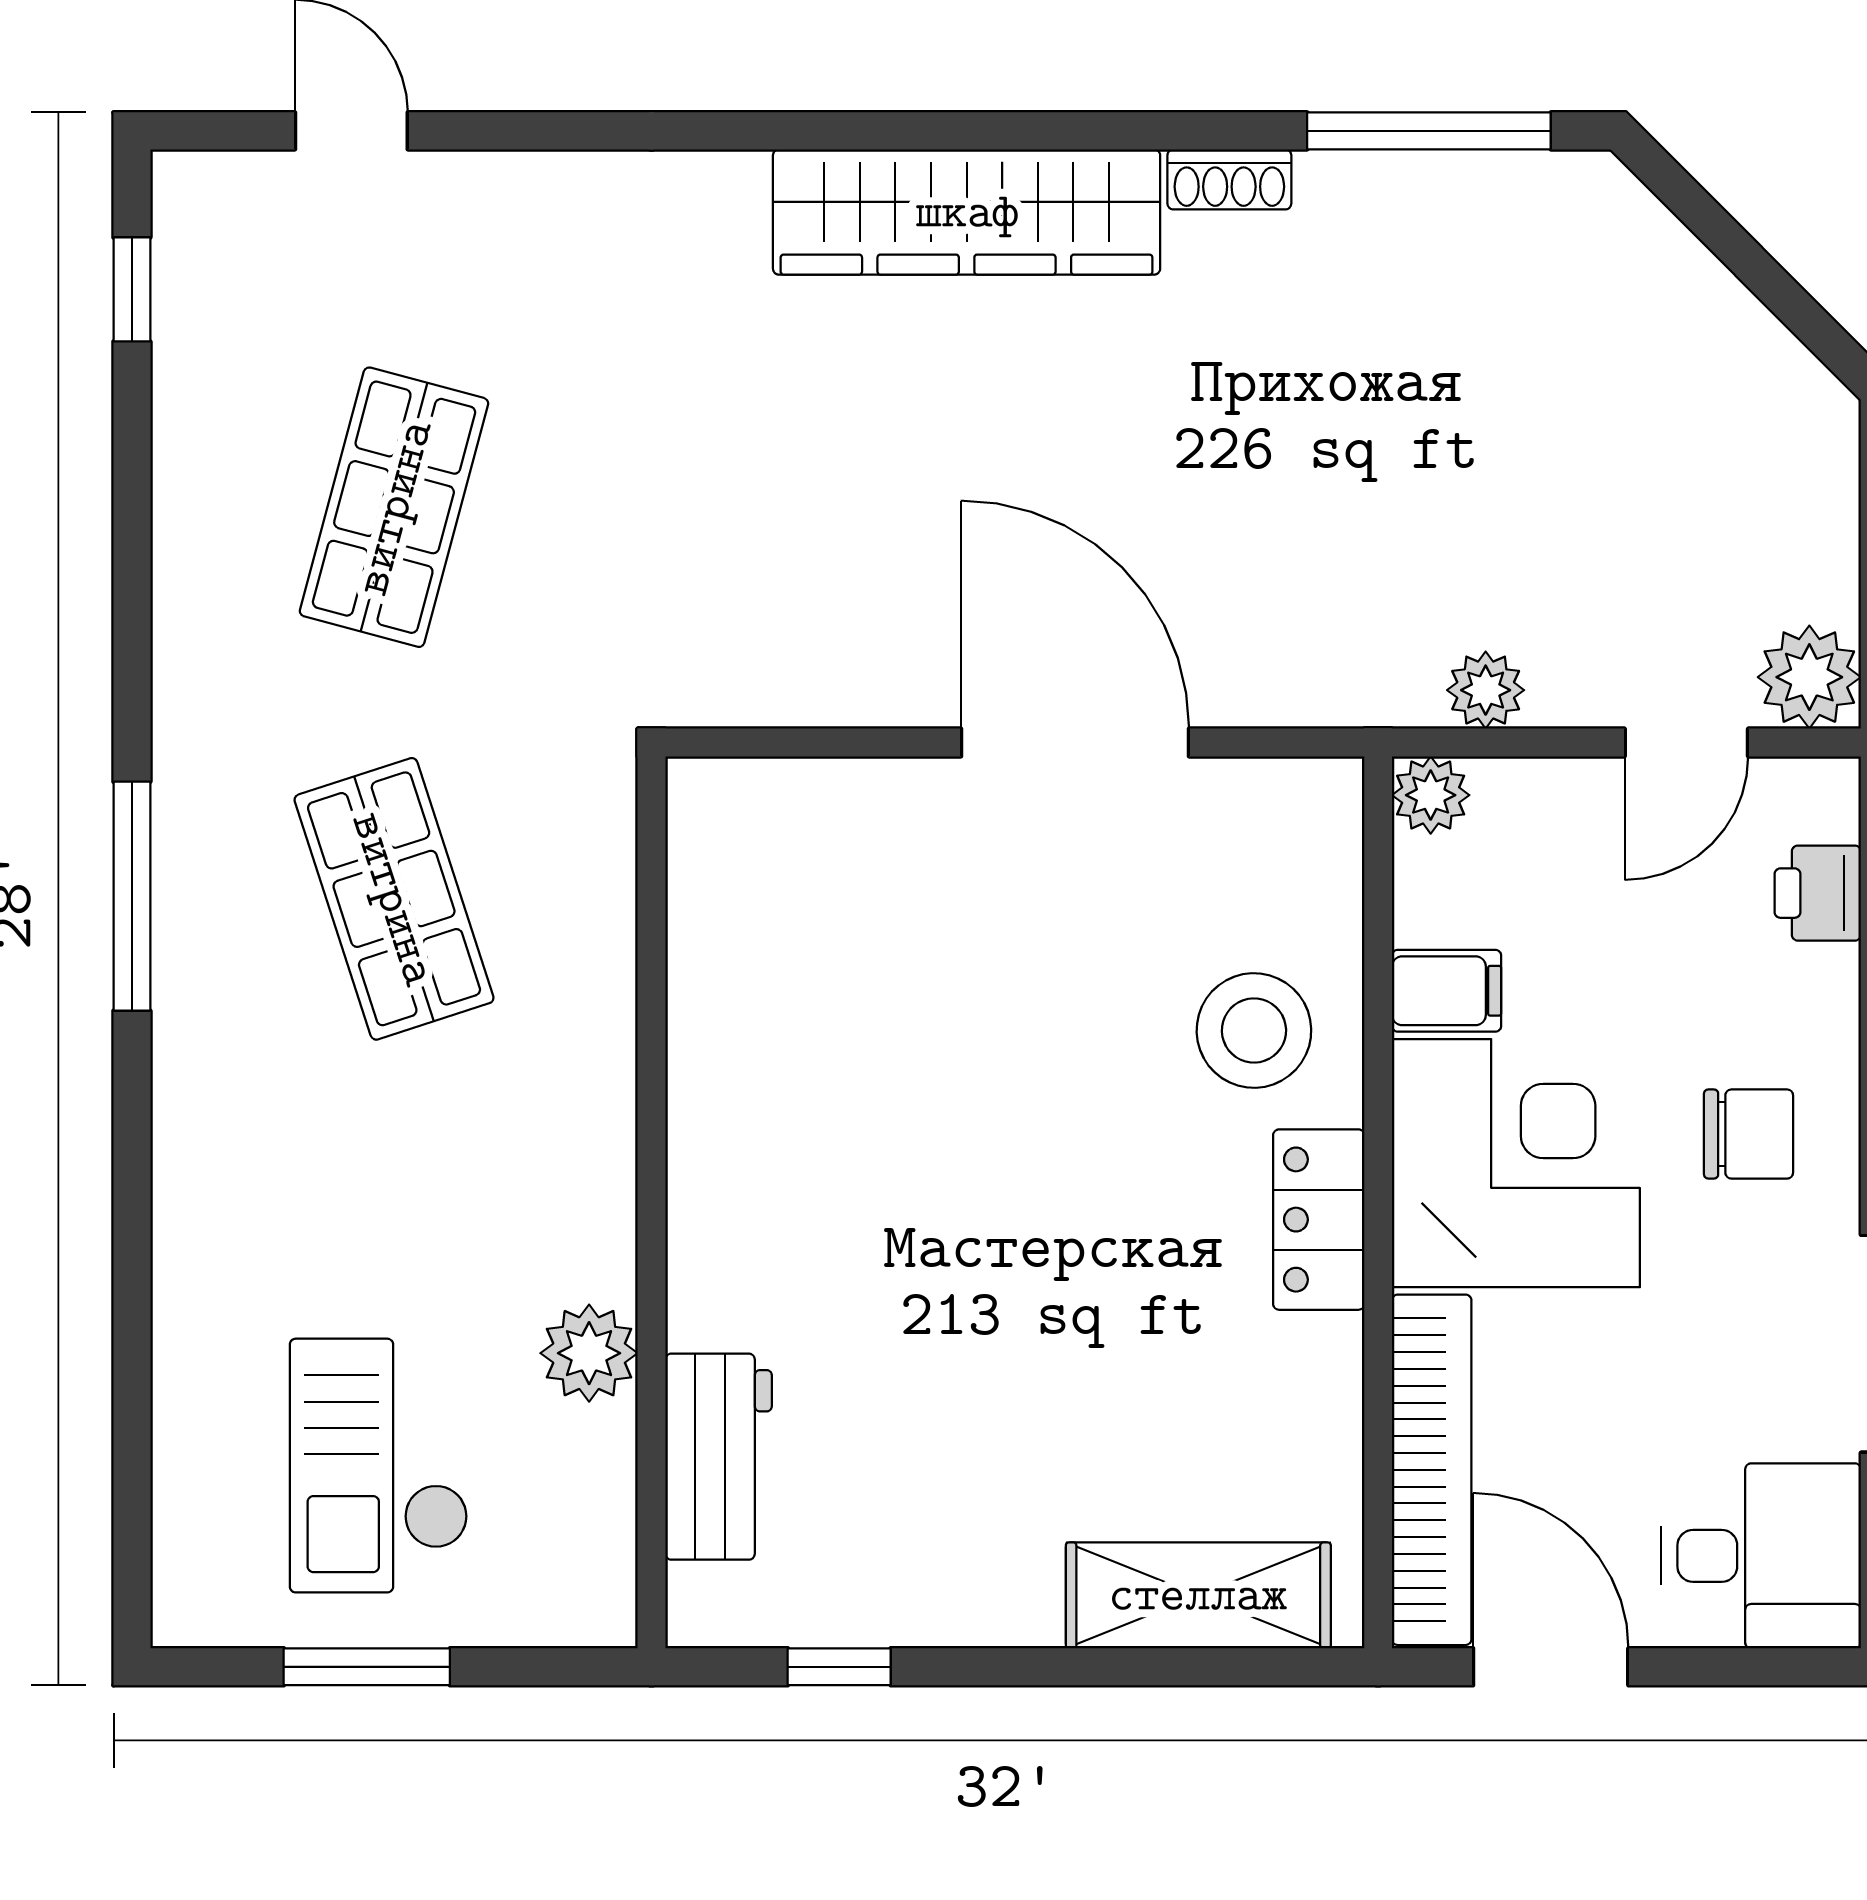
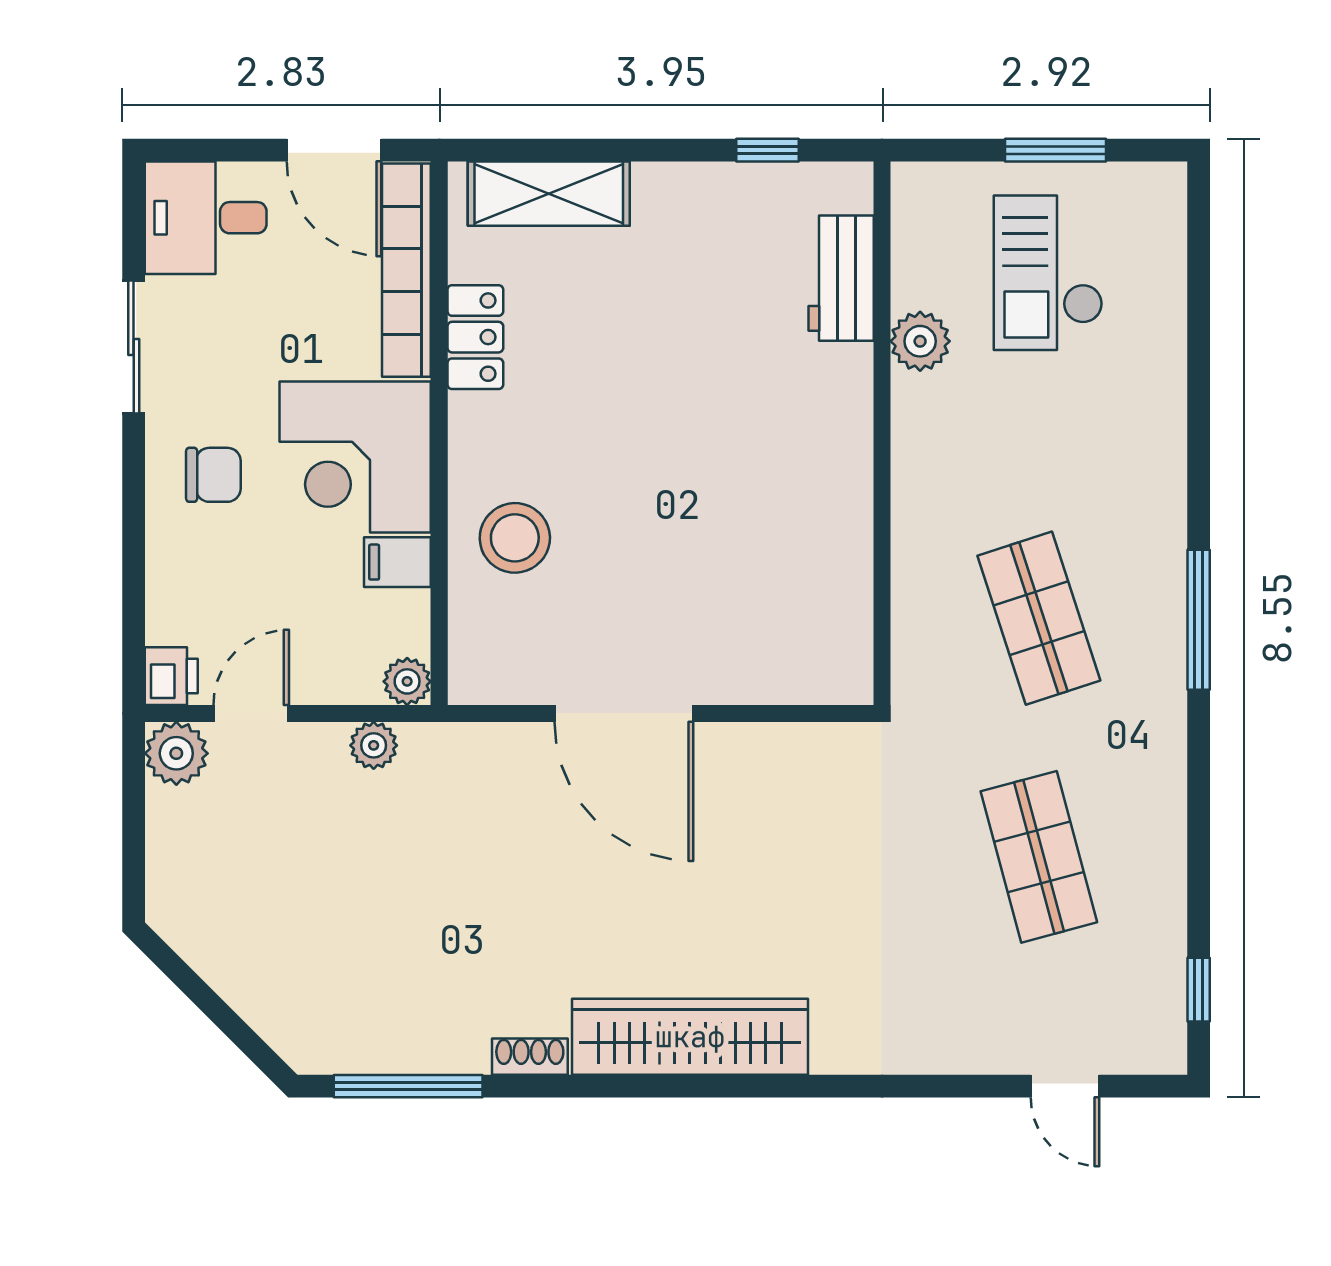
shop shelf: (394, 507) -> (1039, 857), turned -30
printer: (1818, 893) -> (171, 676), moved
chair: (1749, 1134) -> (213, 475), turned 180
locker: (1319, 1220) -> (475, 337), moved
checkout: (379, 1466) -> (1048, 273), turned 180

